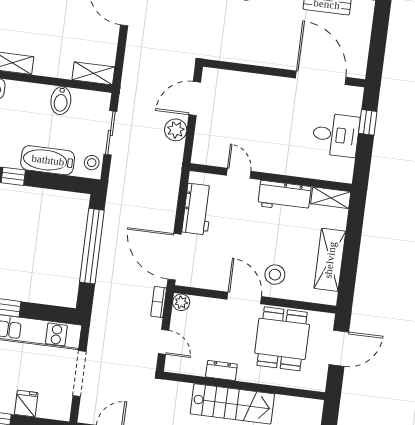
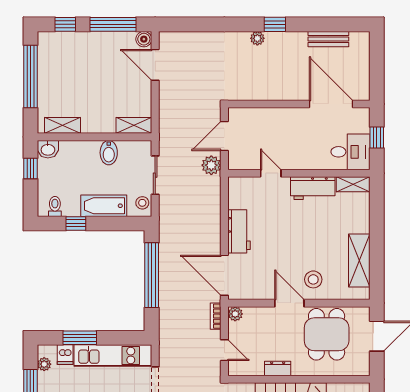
door: (239, 173) -> (271, 173), moved
wall: (271, 177) -> (299, 173), moved
workbench: (284, 196) -> (313, 188), moved
shelving: (331, 198) -> (353, 184), moved

